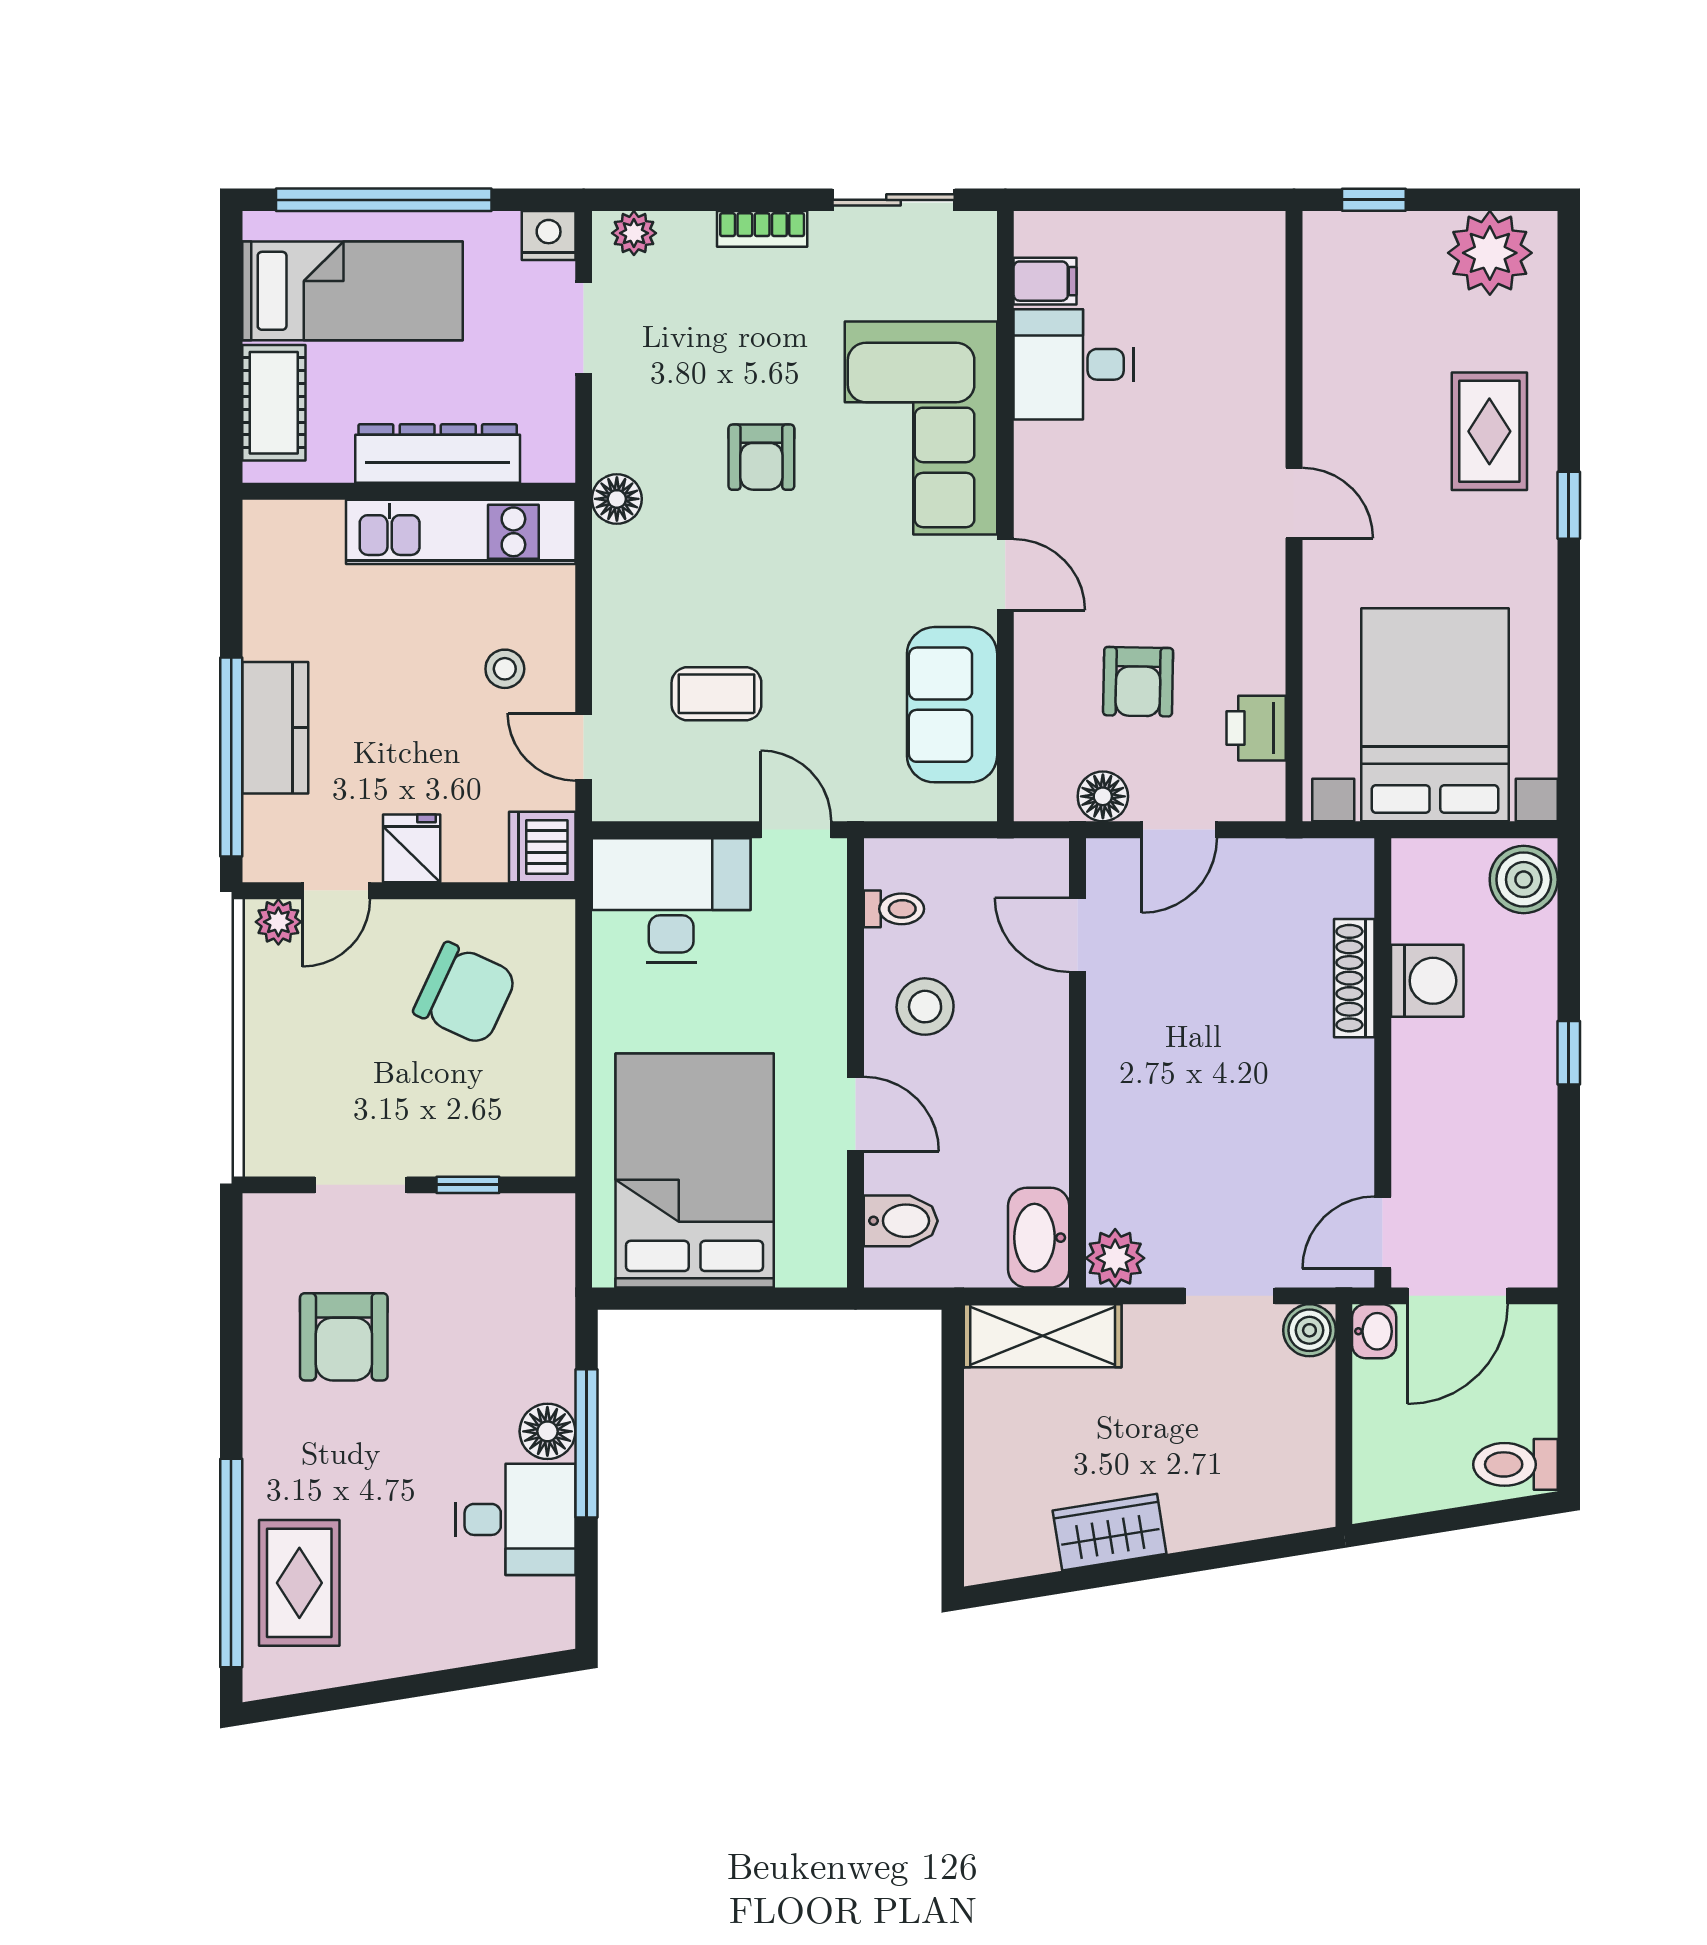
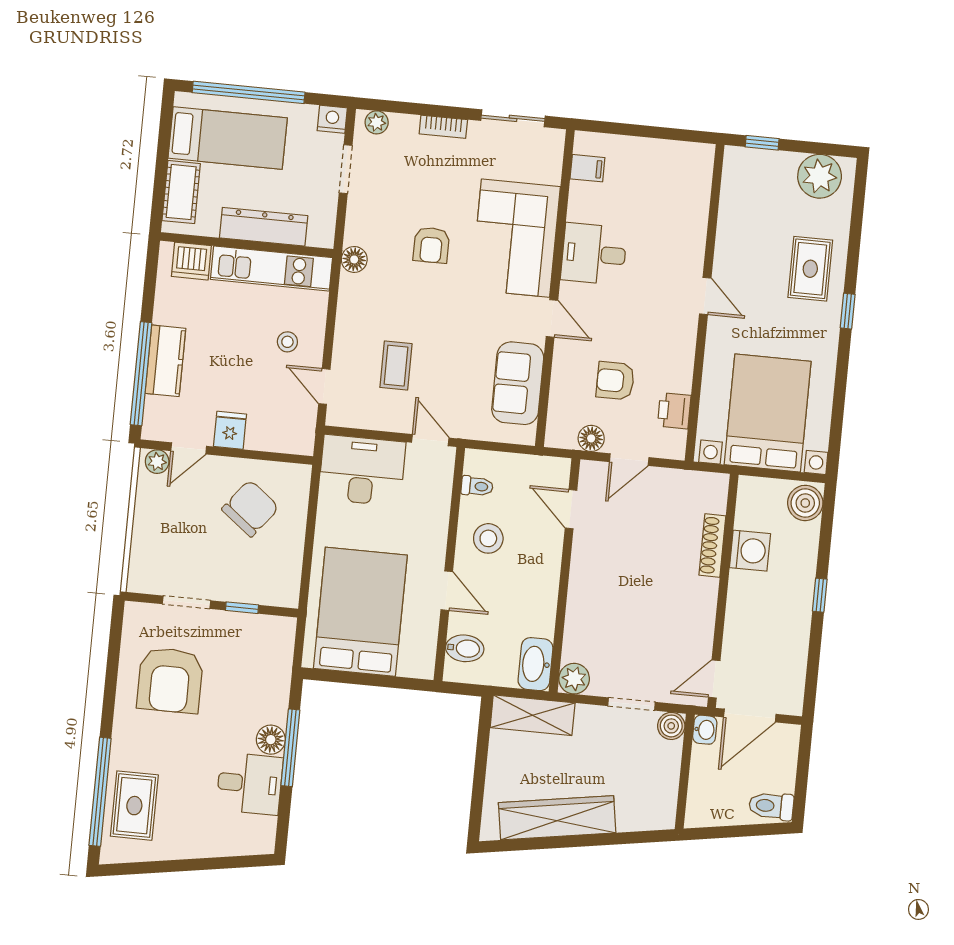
desk: (1073, 364) -> (594, 254), moved
armchair: (1138, 682) -> (615, 381), turned 89
coffee table: (716, 694) -> (396, 366), turned 90
dishwasher: (542, 847) -> (191, 261), moved, turned -90
chair: (465, 994) -> (250, 508), turned -77
armchair: (344, 1337) -> (170, 680), width x1.36, depth x1.36
wardrobe: (1110, 1532) -> (557, 818), width x2.10, depth x1.17

